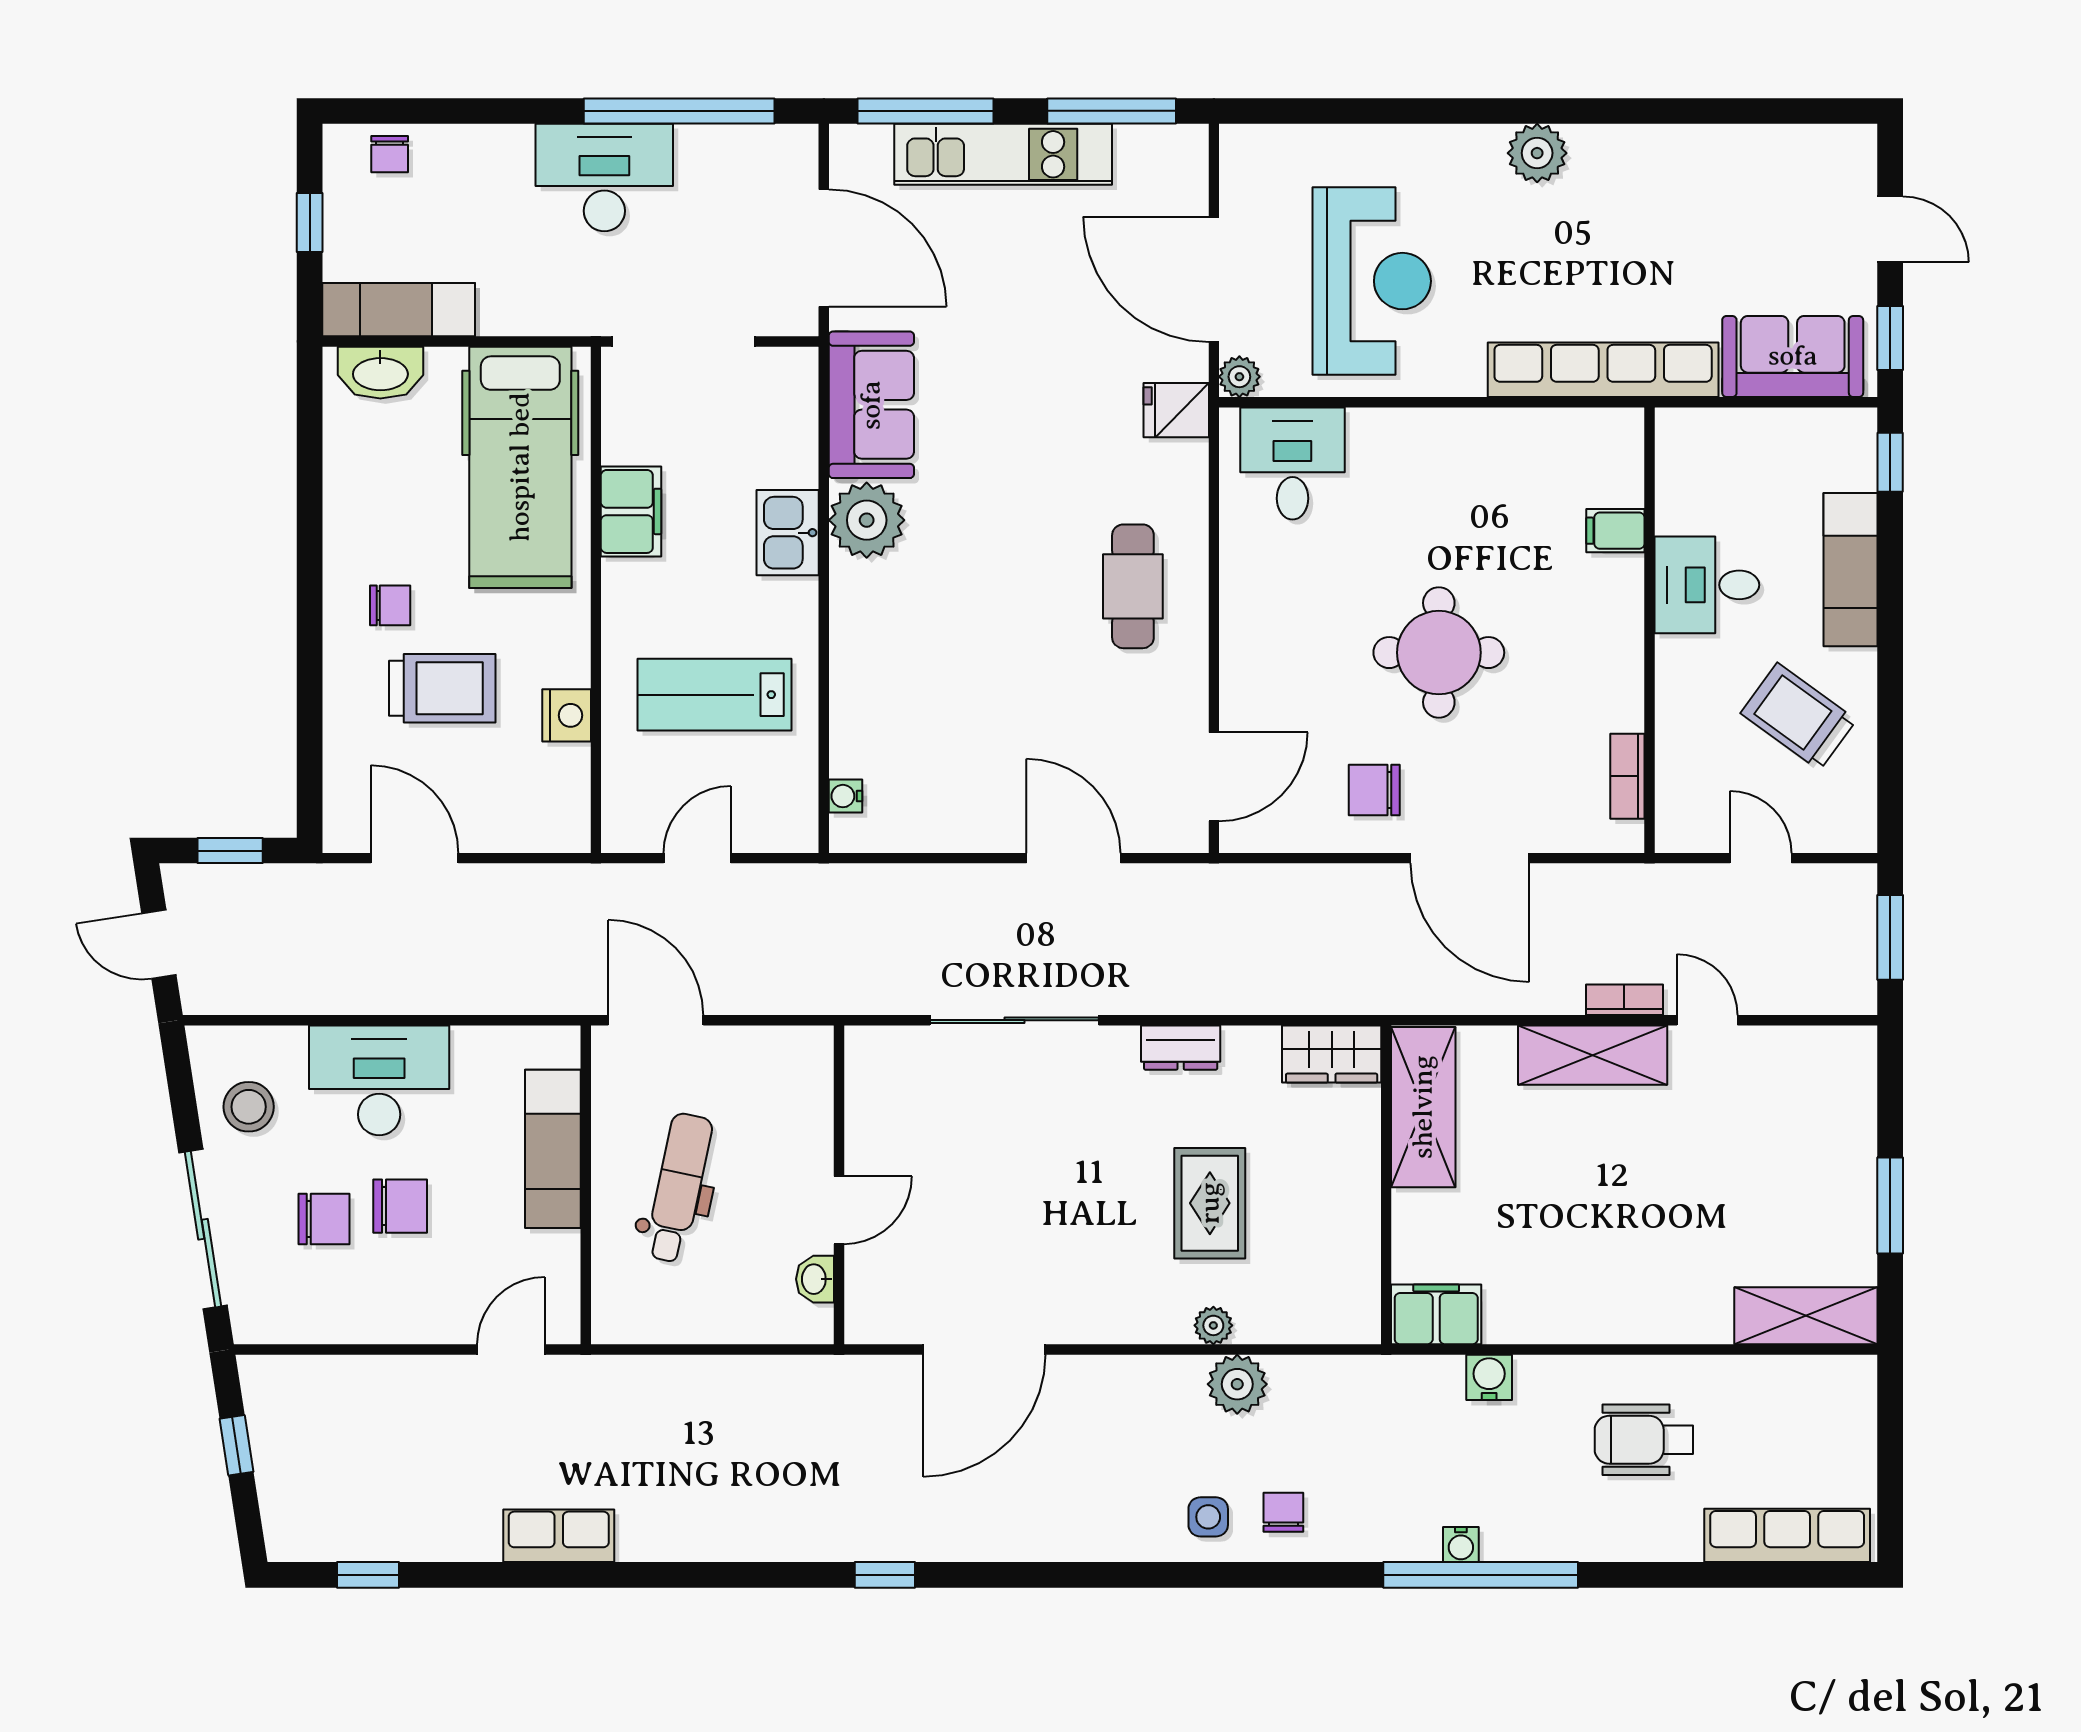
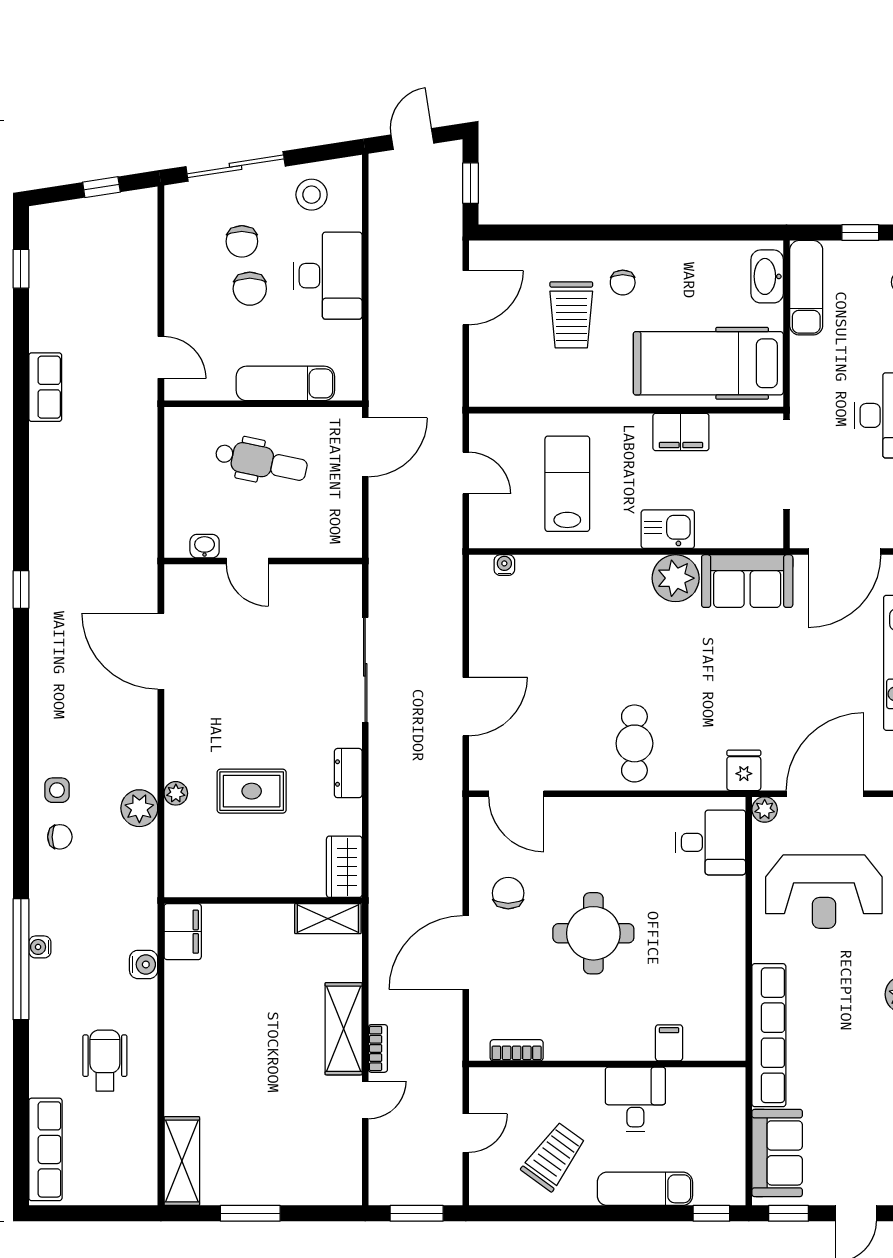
cafe table: (1133, 586) -> (634, 743), turned 90
nightstand: (567, 715) -> (554, 392), removed
shelving: (1423, 1107) -> (328, 919), width x0.67, depth x0.75

